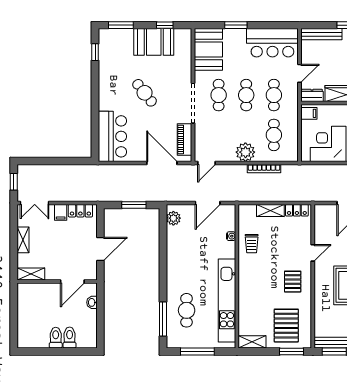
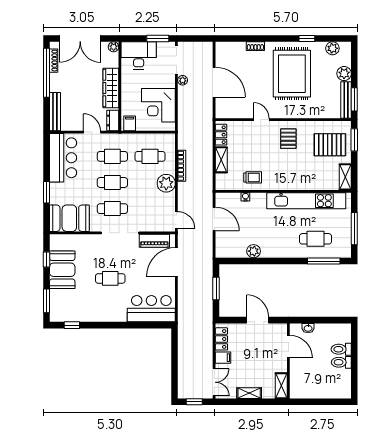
cafe table: (145, 93) -> (110, 278), turned 38
plant: (173, 218) -> (254, 251), moved
pallet: (293, 282) -> (288, 139), turned 90

